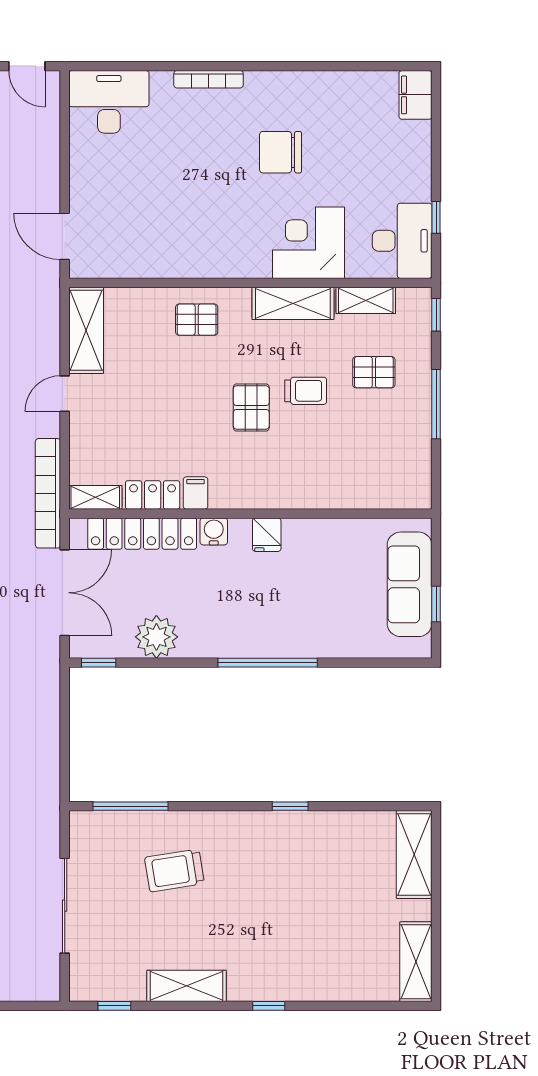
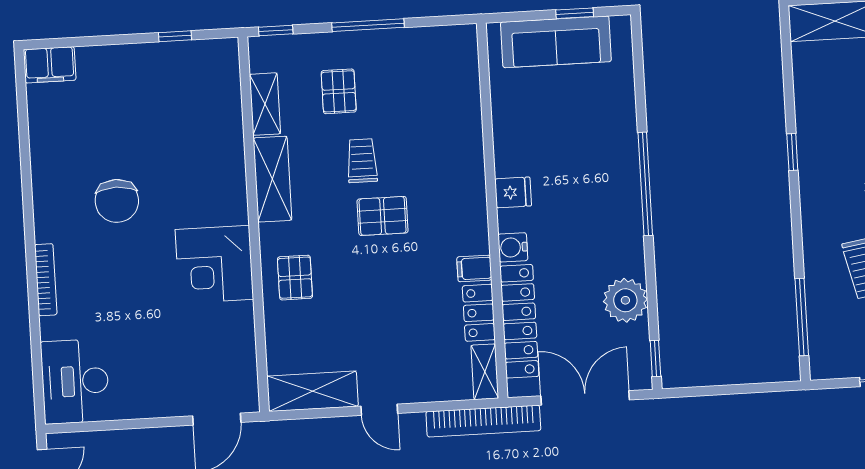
desk: (402, 241) -> (201, 70), removed
corner desk: (309, 243) -> (214, 264), moved

